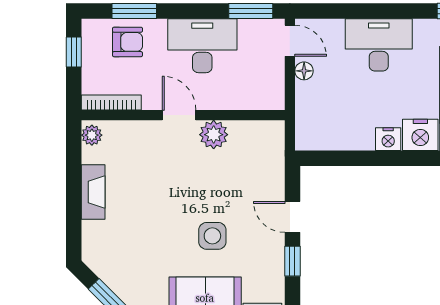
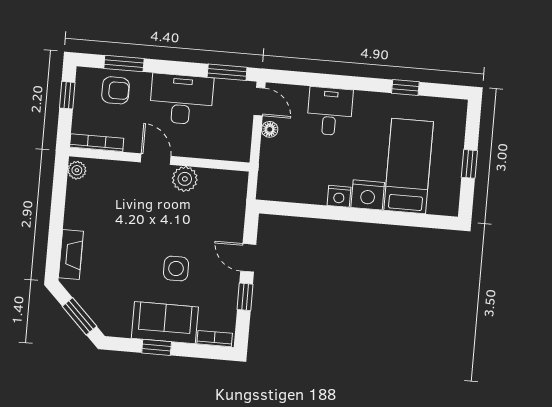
desk: (379, 45) -> (330, 111), width x0.73
fireplace: (93, 192) -> (71, 255), moved

